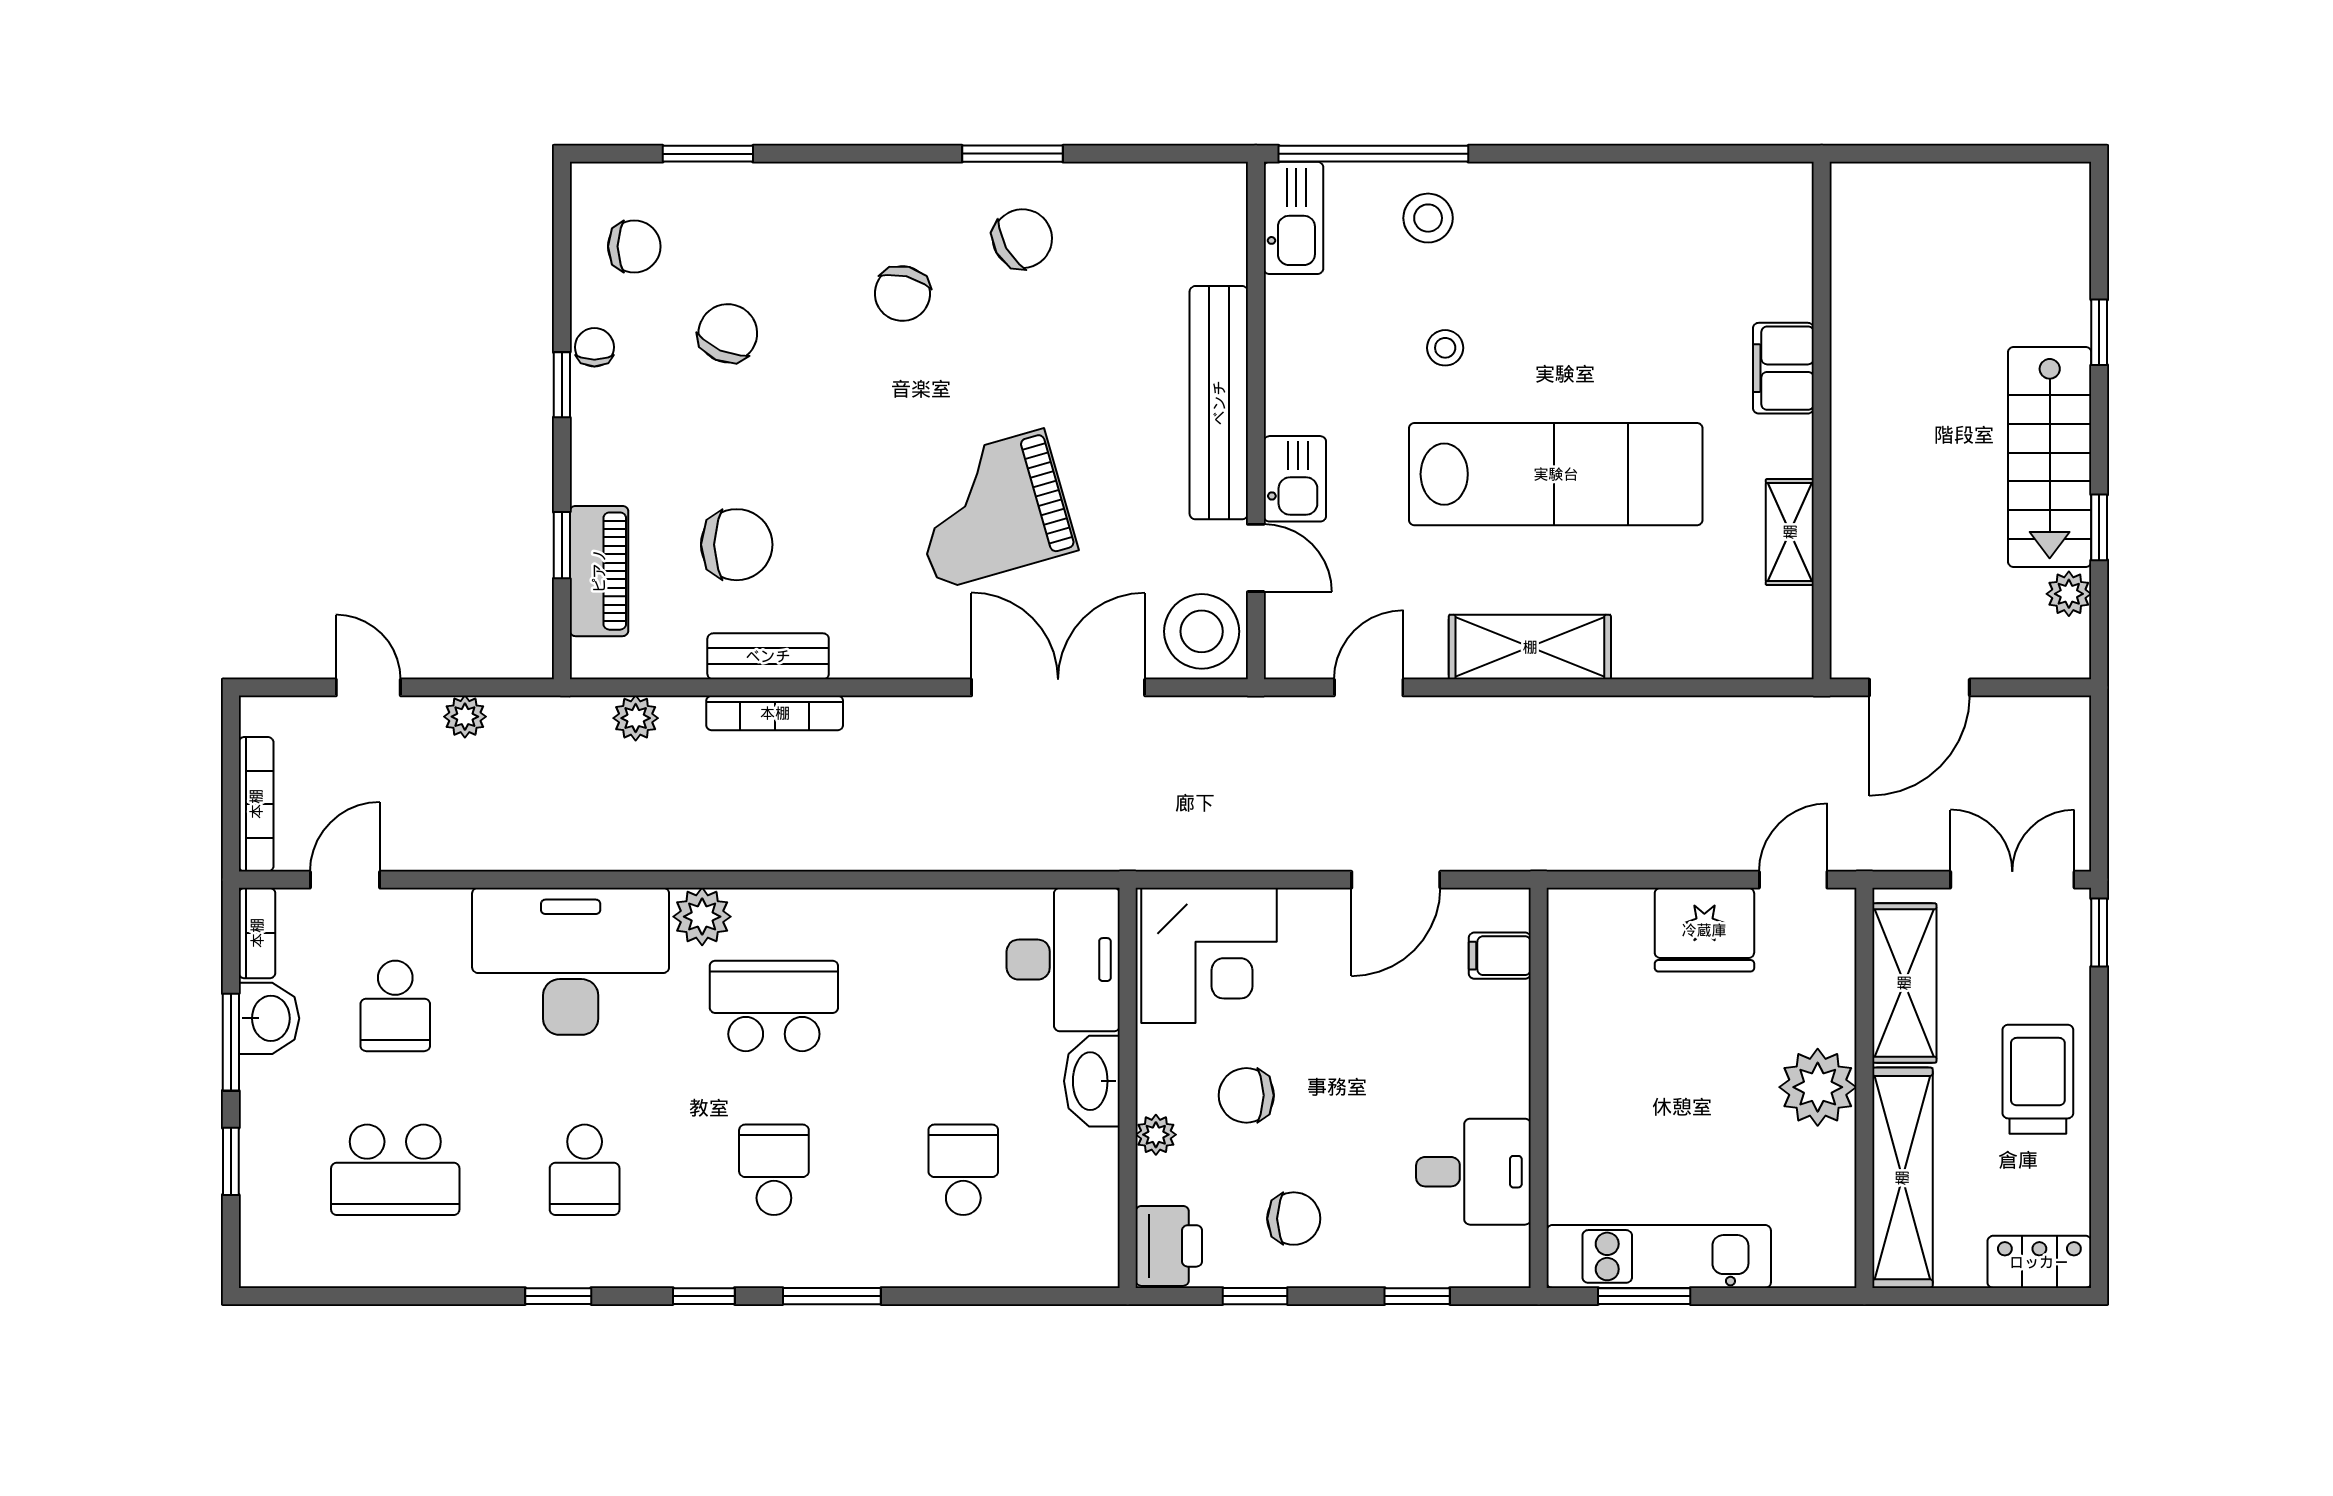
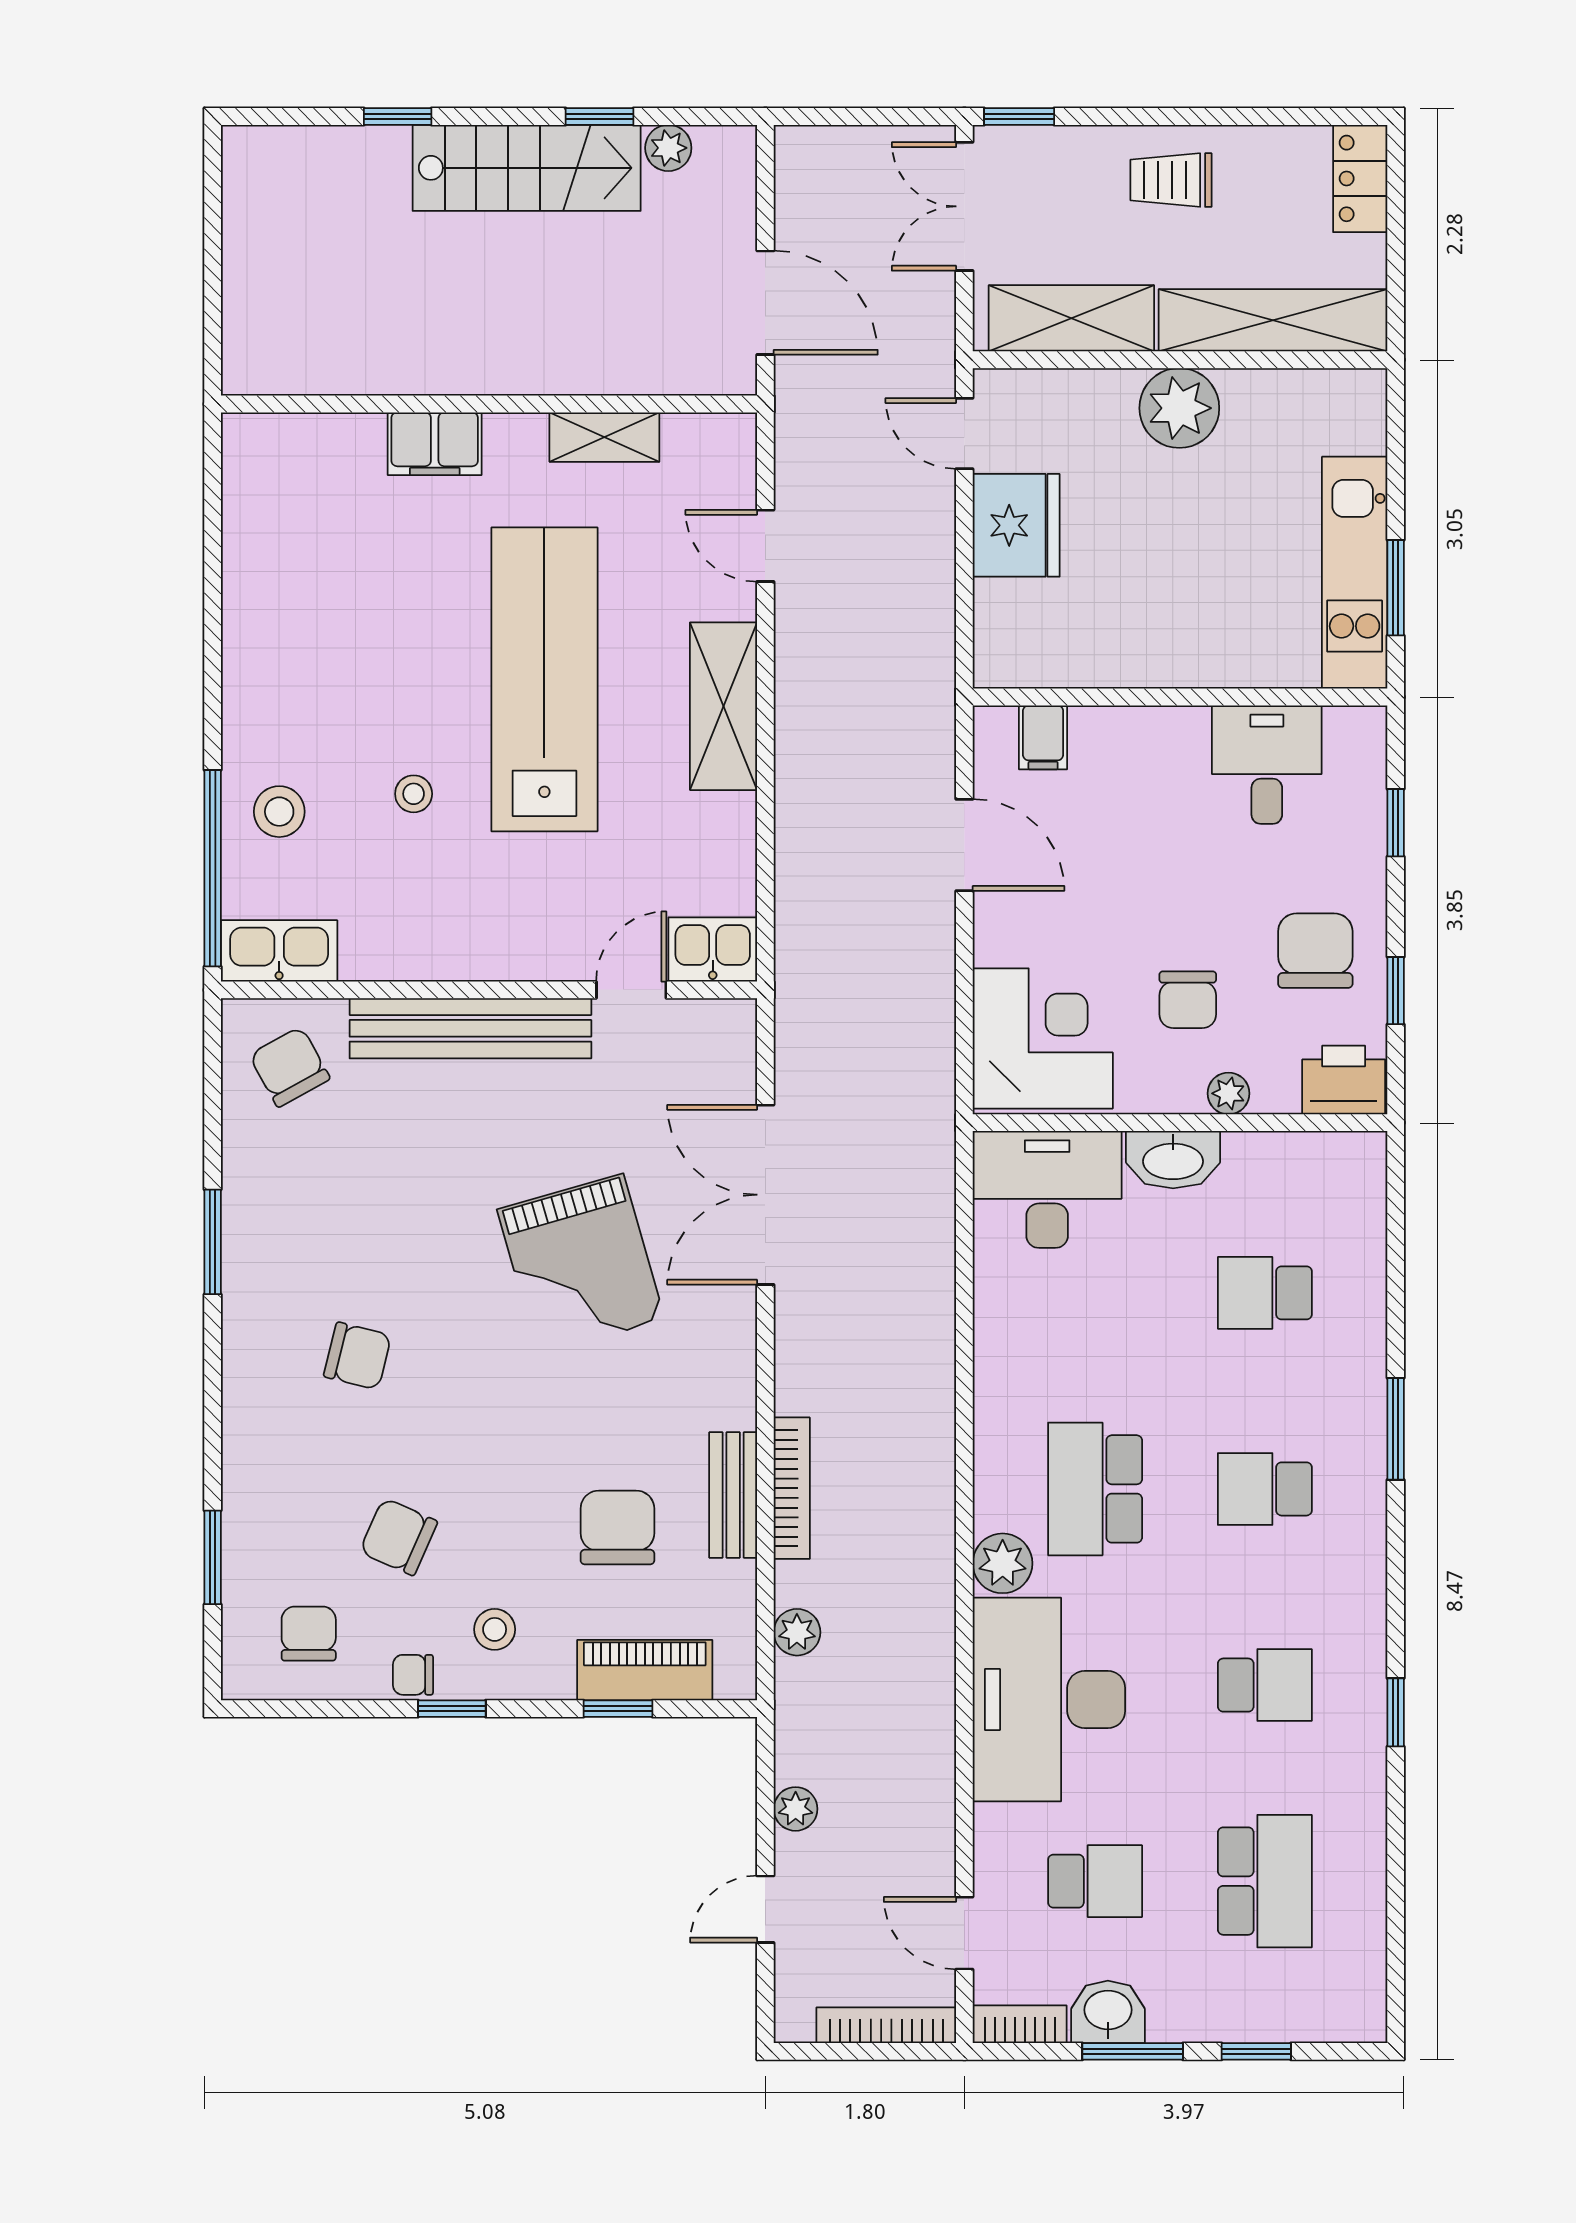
chair: (1022, 239) -> (290, 1067), moved
kitchen sink: (1295, 479) -> (713, 949), moved
stool: (1202, 631) -> (495, 1629), moved, width x0.53, depth x0.53
door: (1369, 687) -> (765, 546), moved
trolley: (2038, 1079) -> (1171, 180), width x0.73, depth x0.72
chair: (1294, 1219) -> (1315, 951), width x1.37, depth x1.37
window: (704, 1296) -> (1396, 1562), removed

